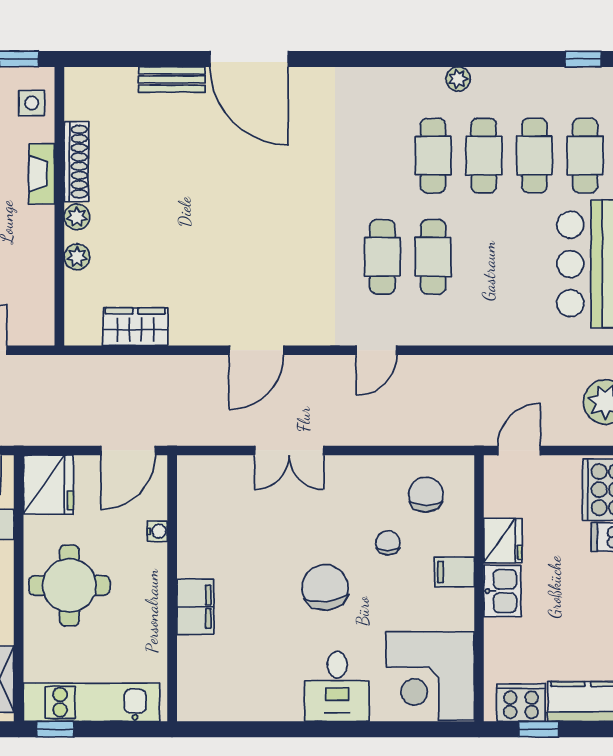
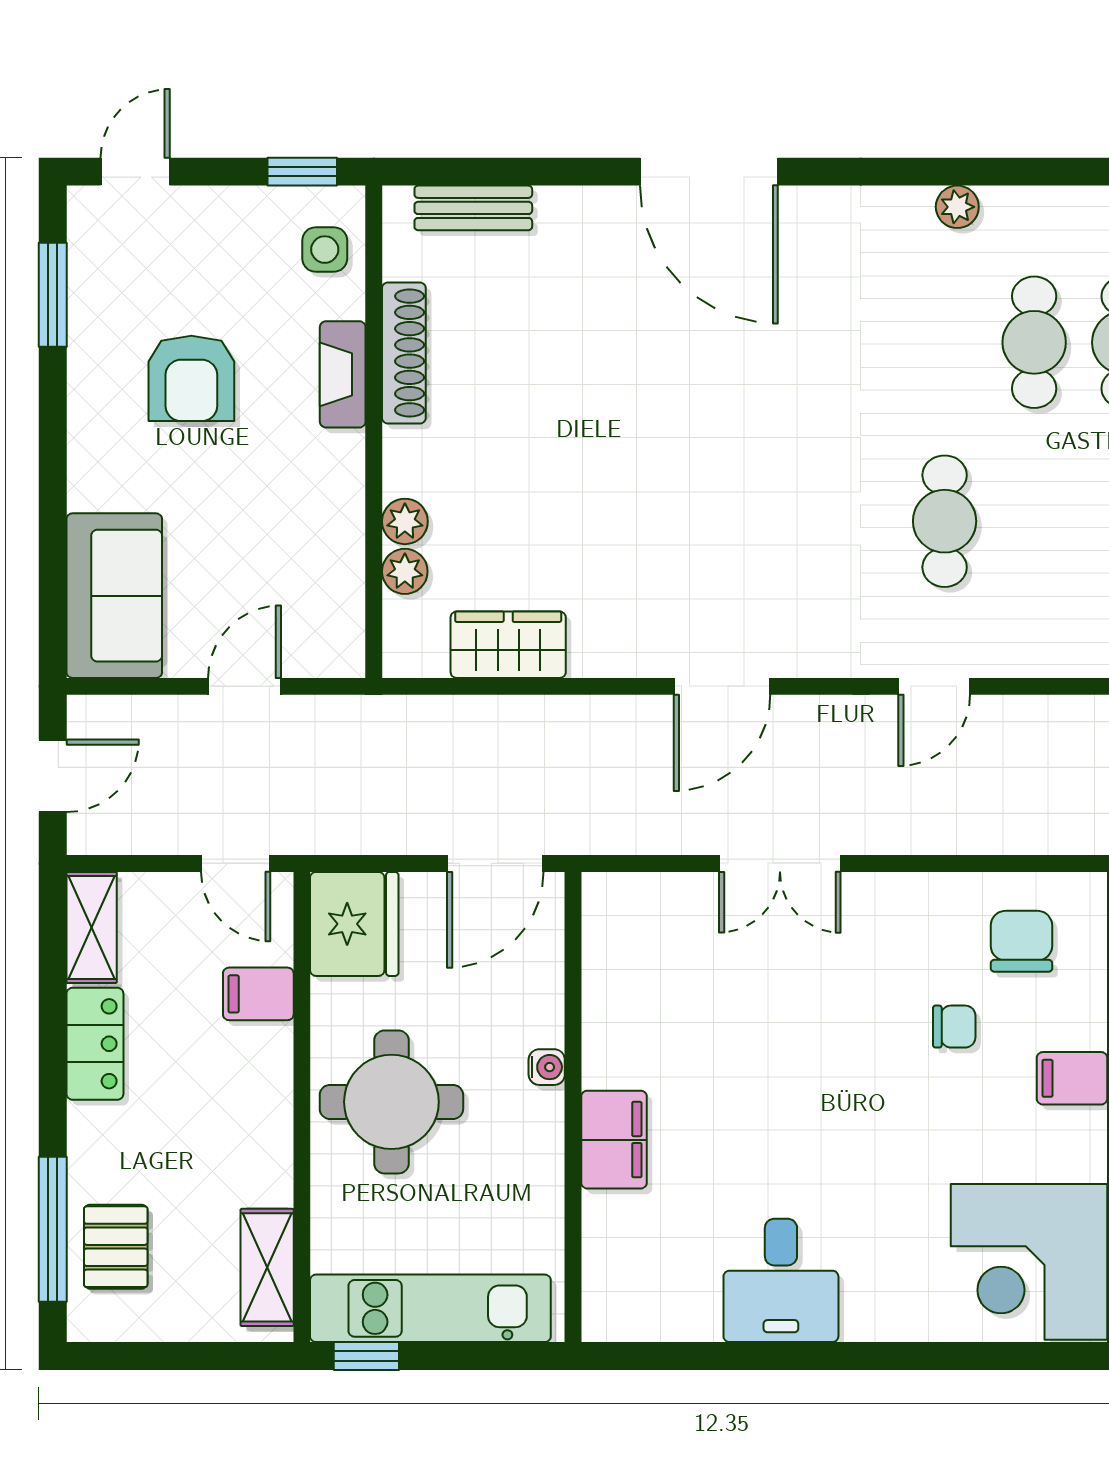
plant: (458, 79) -> (957, 207), moved
bench: (172, 80) -> (473, 208), moved
plant: (77, 217) -> (405, 571), moved
cafe table: (433, 257) -> (1034, 521), removed
water cooler: (157, 531) -> (547, 1067), moved
chair: (388, 543) -> (954, 1027), turned 90
chair: (325, 587) -> (843, 1105), removed
desk: (337, 686) -> (781, 1280), moved

